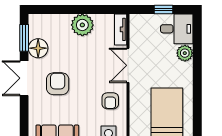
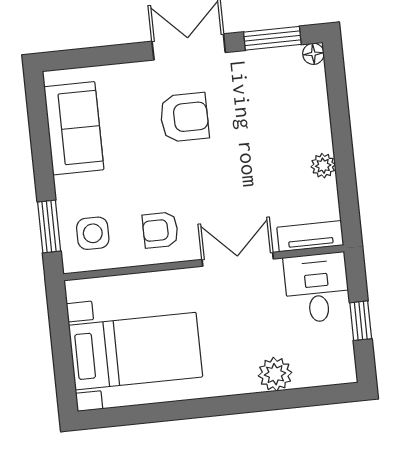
plant: (82, 25) -> (323, 166), width x0.53, depth x0.53
desk: (177, 29) -> (317, 288), moved, turned 180
floor lamp: (38, 48) -> (313, 54), moved, width x0.53, depth x0.53

